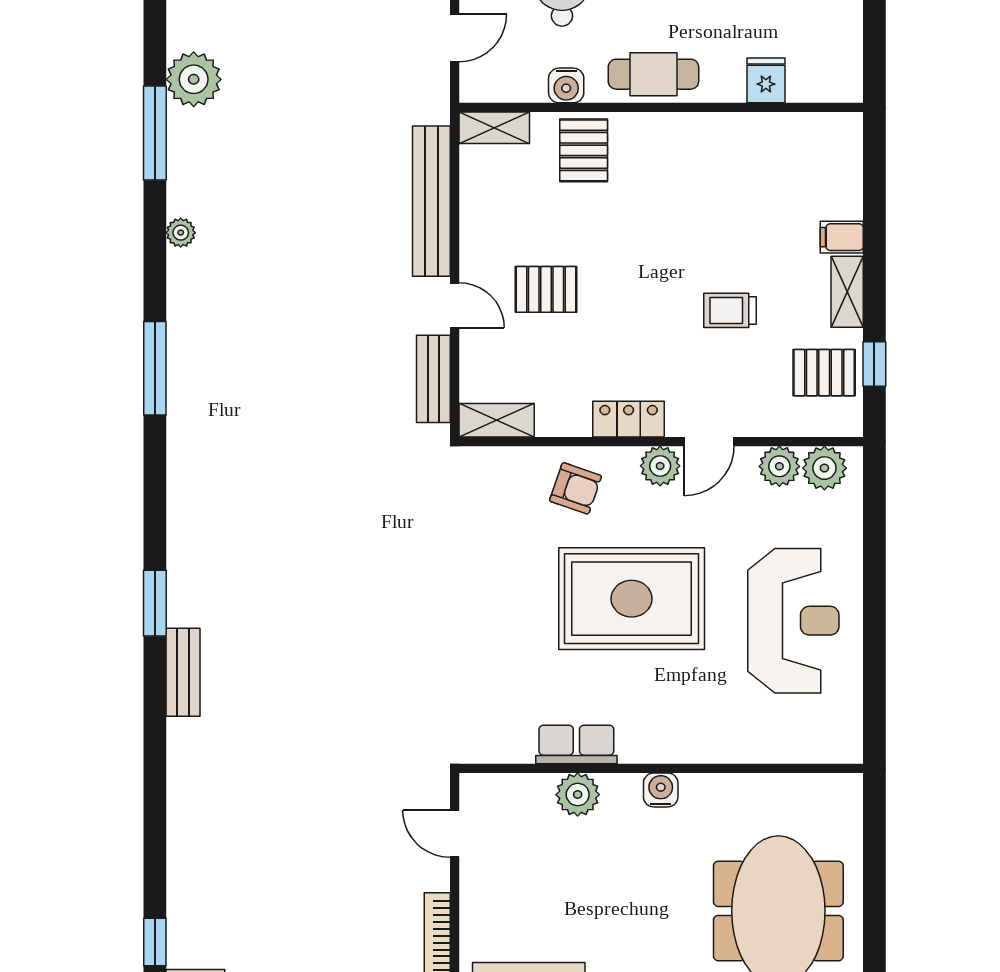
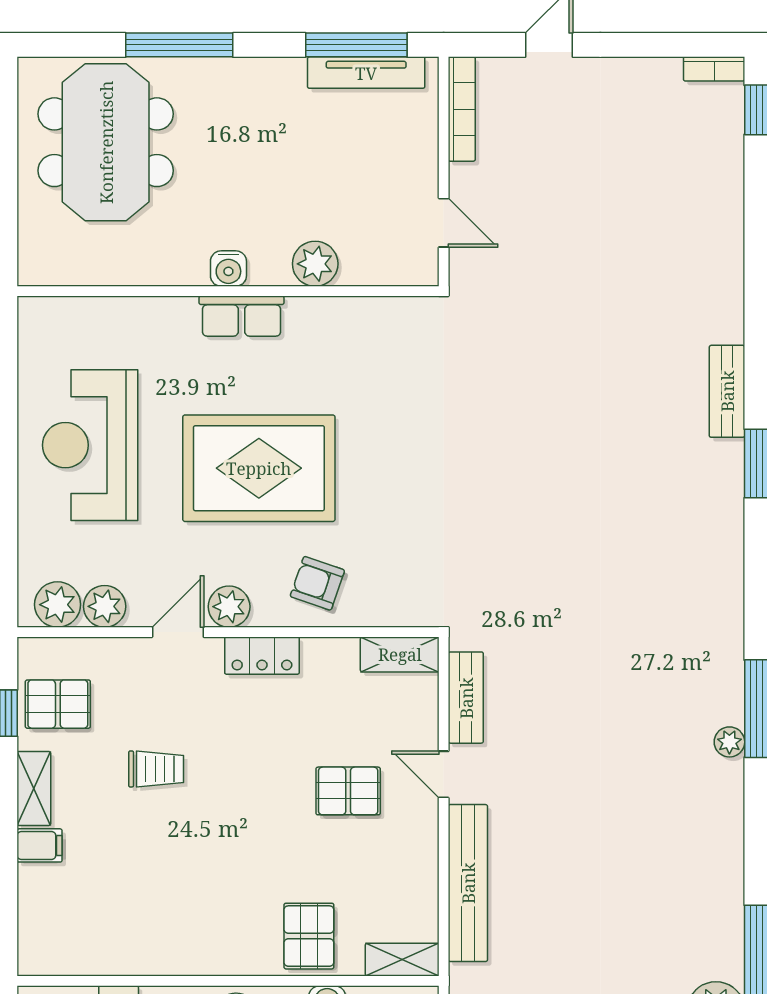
plant: (181, 233) -> (729, 742), moved
row of seats: (576, 744) -> (242, 316), moved

